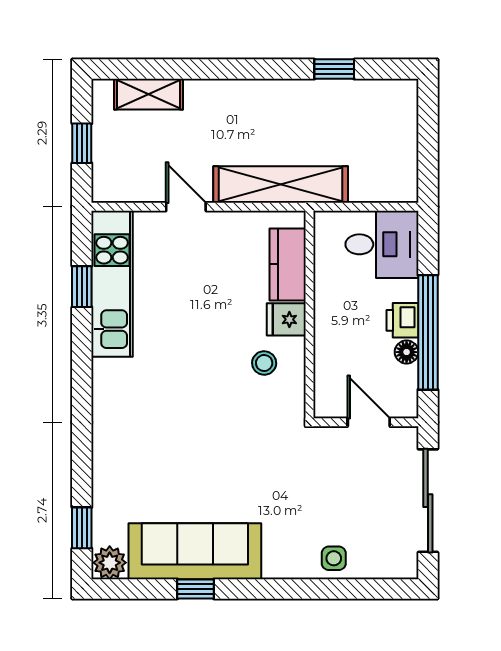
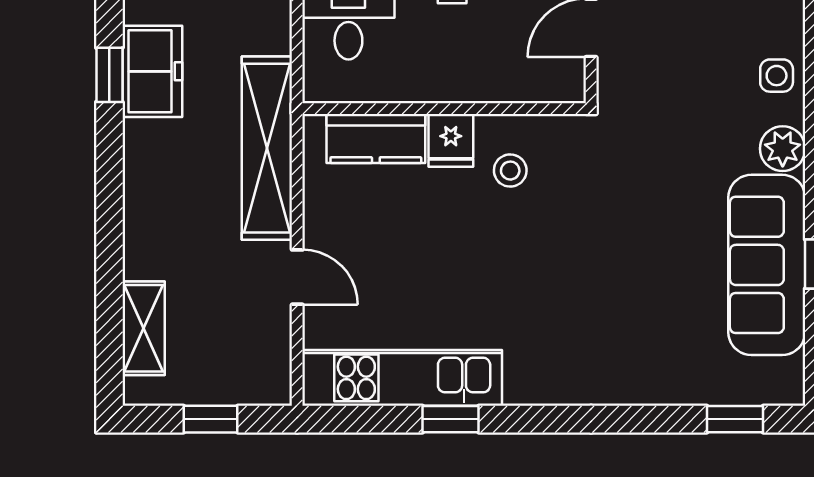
freezer: (337, 101) -> (152, 71), added
door: (186, 207) -> (297, 277), swing flipped
window: (82, 287) -> (451, 419), moved
plant: (110, 563) -> (783, 149), moved

